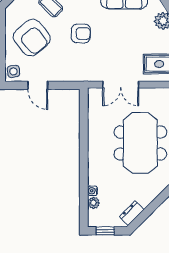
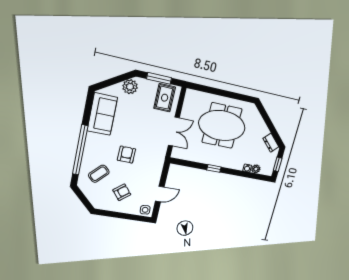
armchair: (32, 38) -> (122, 192), width x0.53, depth x0.53
window: (84, 147) -> (214, 168), added

